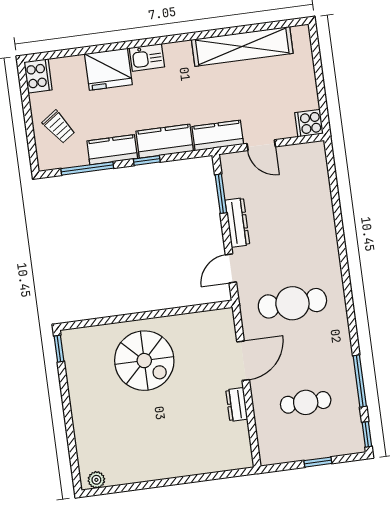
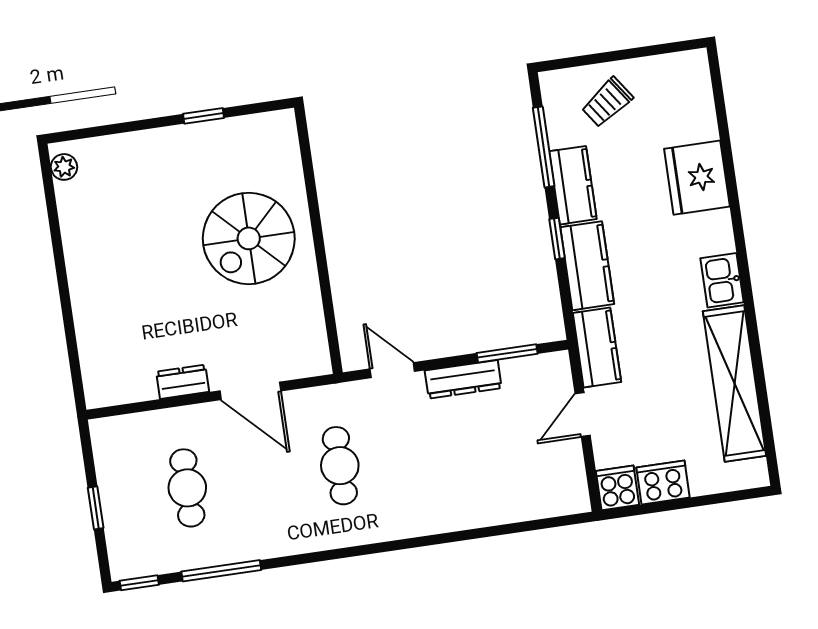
kitchen sink: (147, 57) -> (722, 280), moved
cooker: (38, 76) -> (663, 482), moved, turned 180
cafe table: (292, 303) -> (340, 466), width x0.73, depth x0.74
window: (59, 349) -> (203, 116), moved

